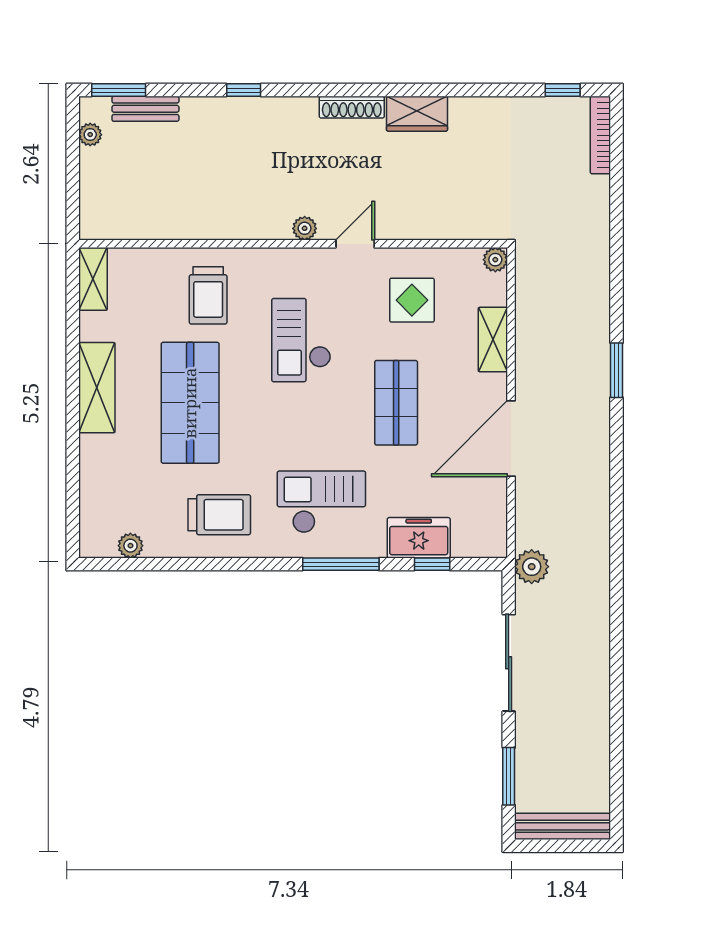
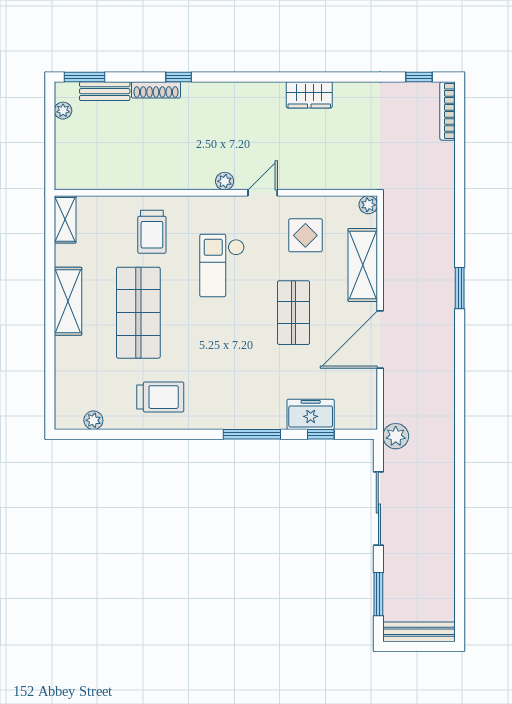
shoe rack: (352, 107) -> (156, 90), moved
shelving: (493, 340) -> (363, 265), width x1.50, depth x1.33
checkout: (321, 502) -> (237, 387), removed

